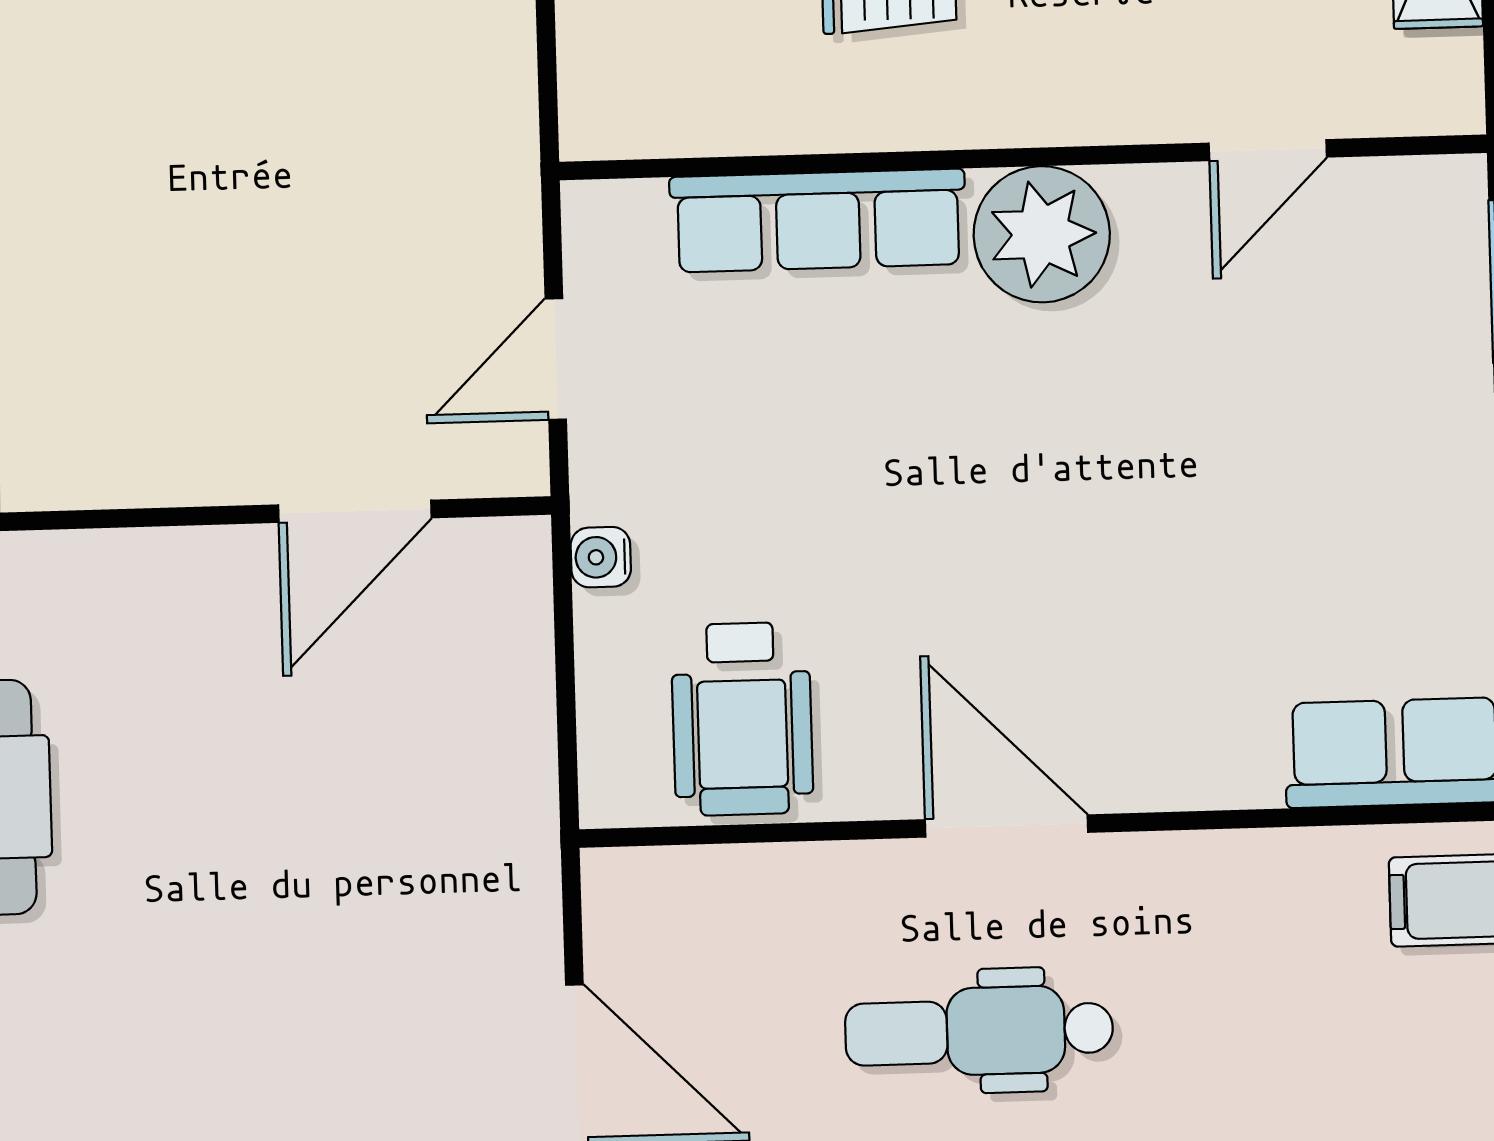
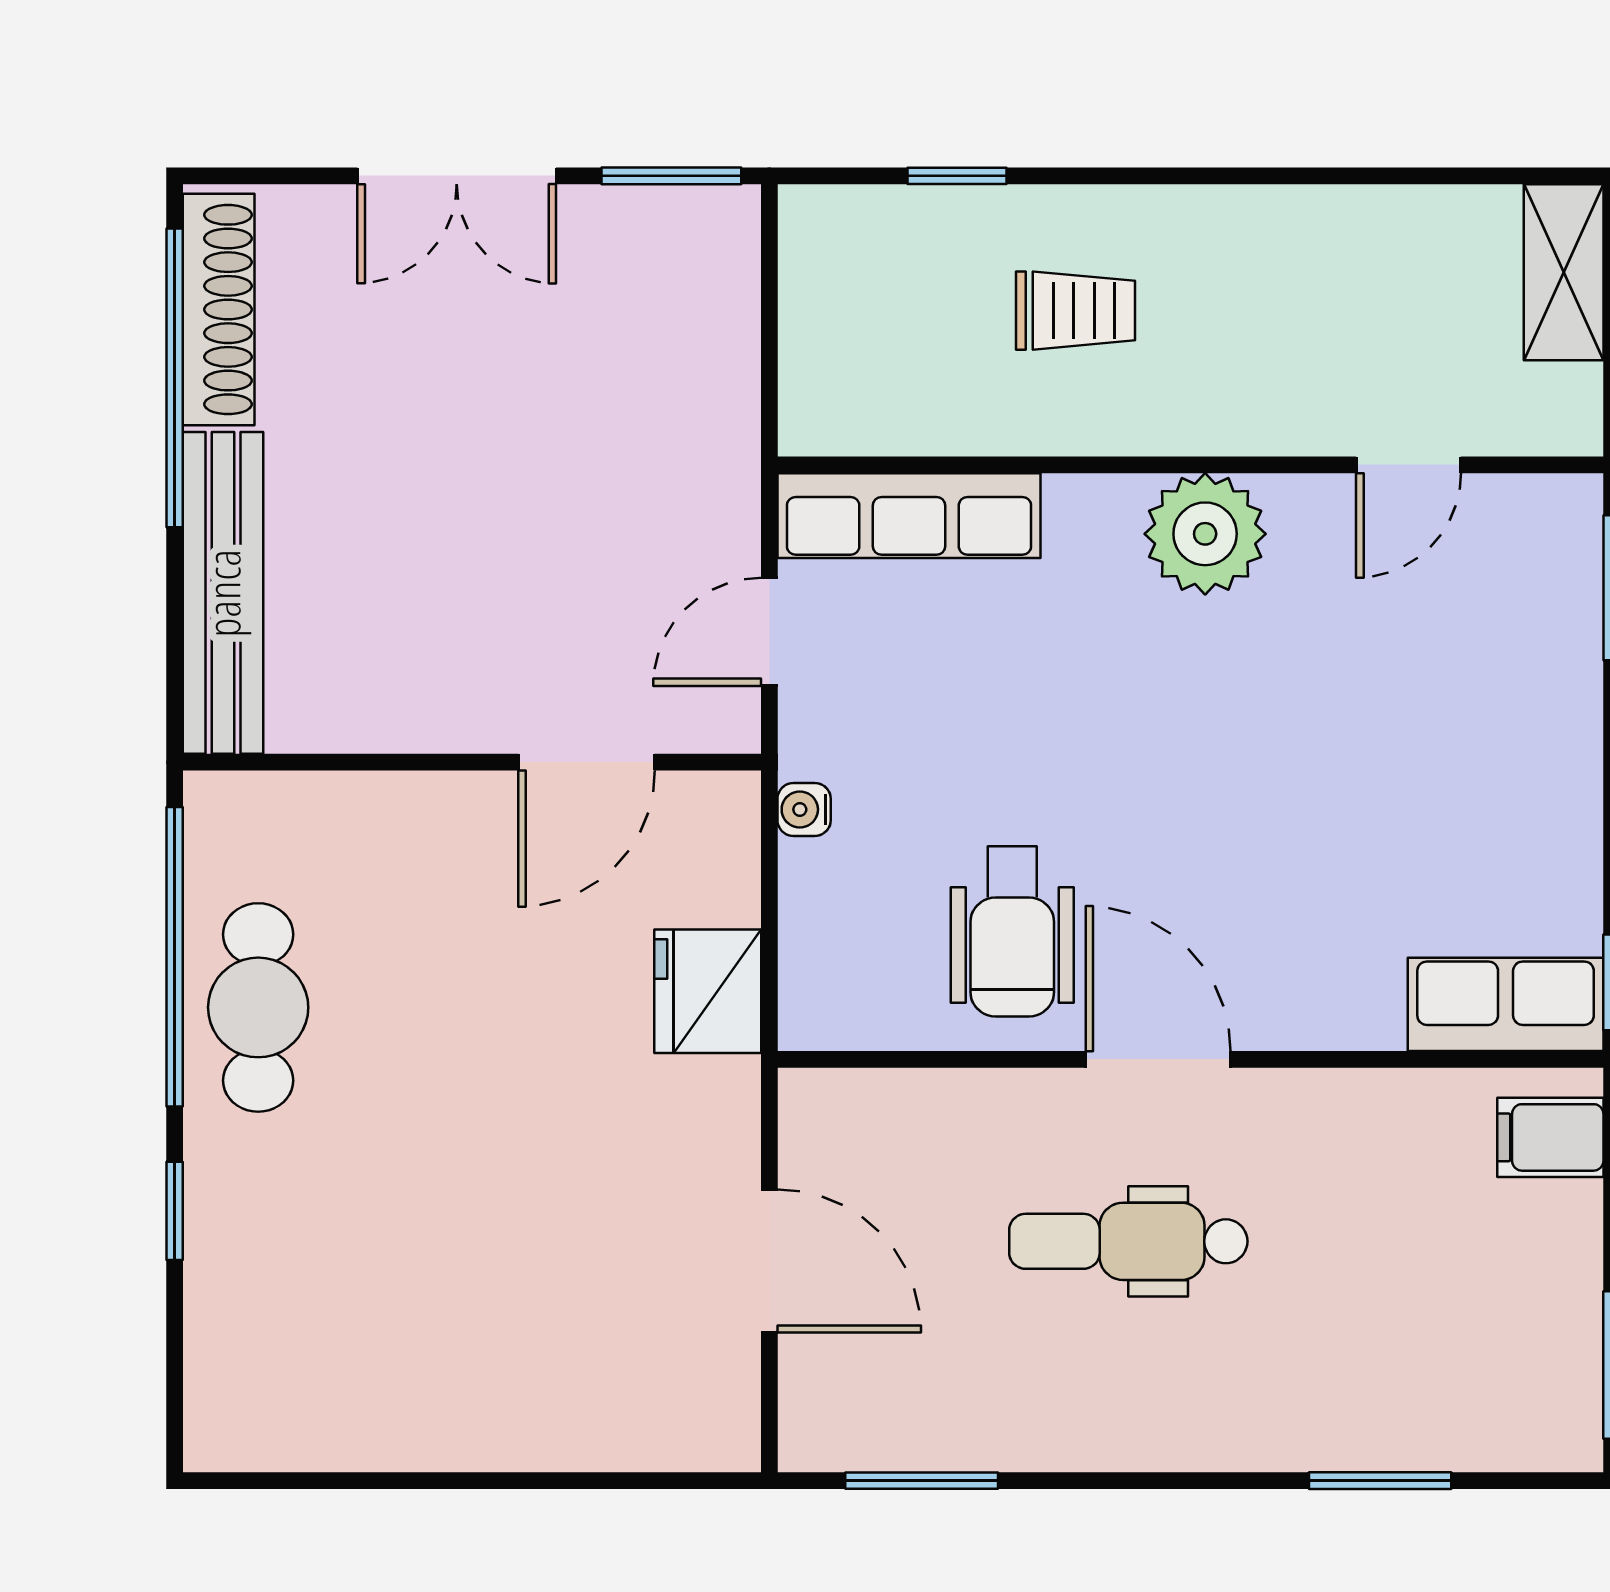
row of seats: (818, 221) -> (909, 516), moved
wheelchair: (742, 719) -> (1012, 931), moved
fridge: (499, 764) -> (708, 991), added

